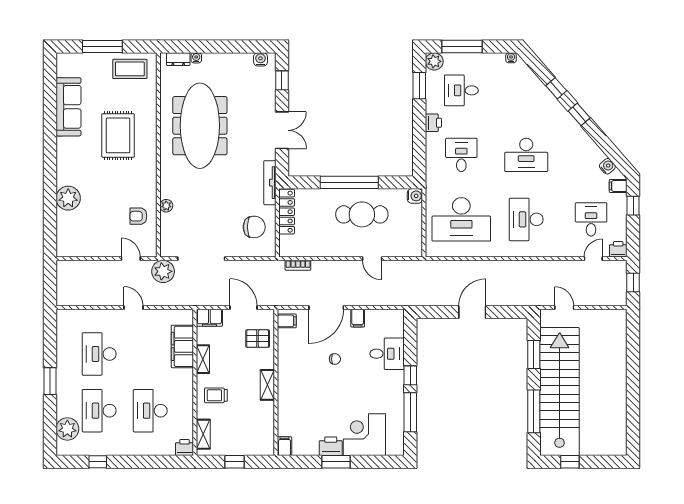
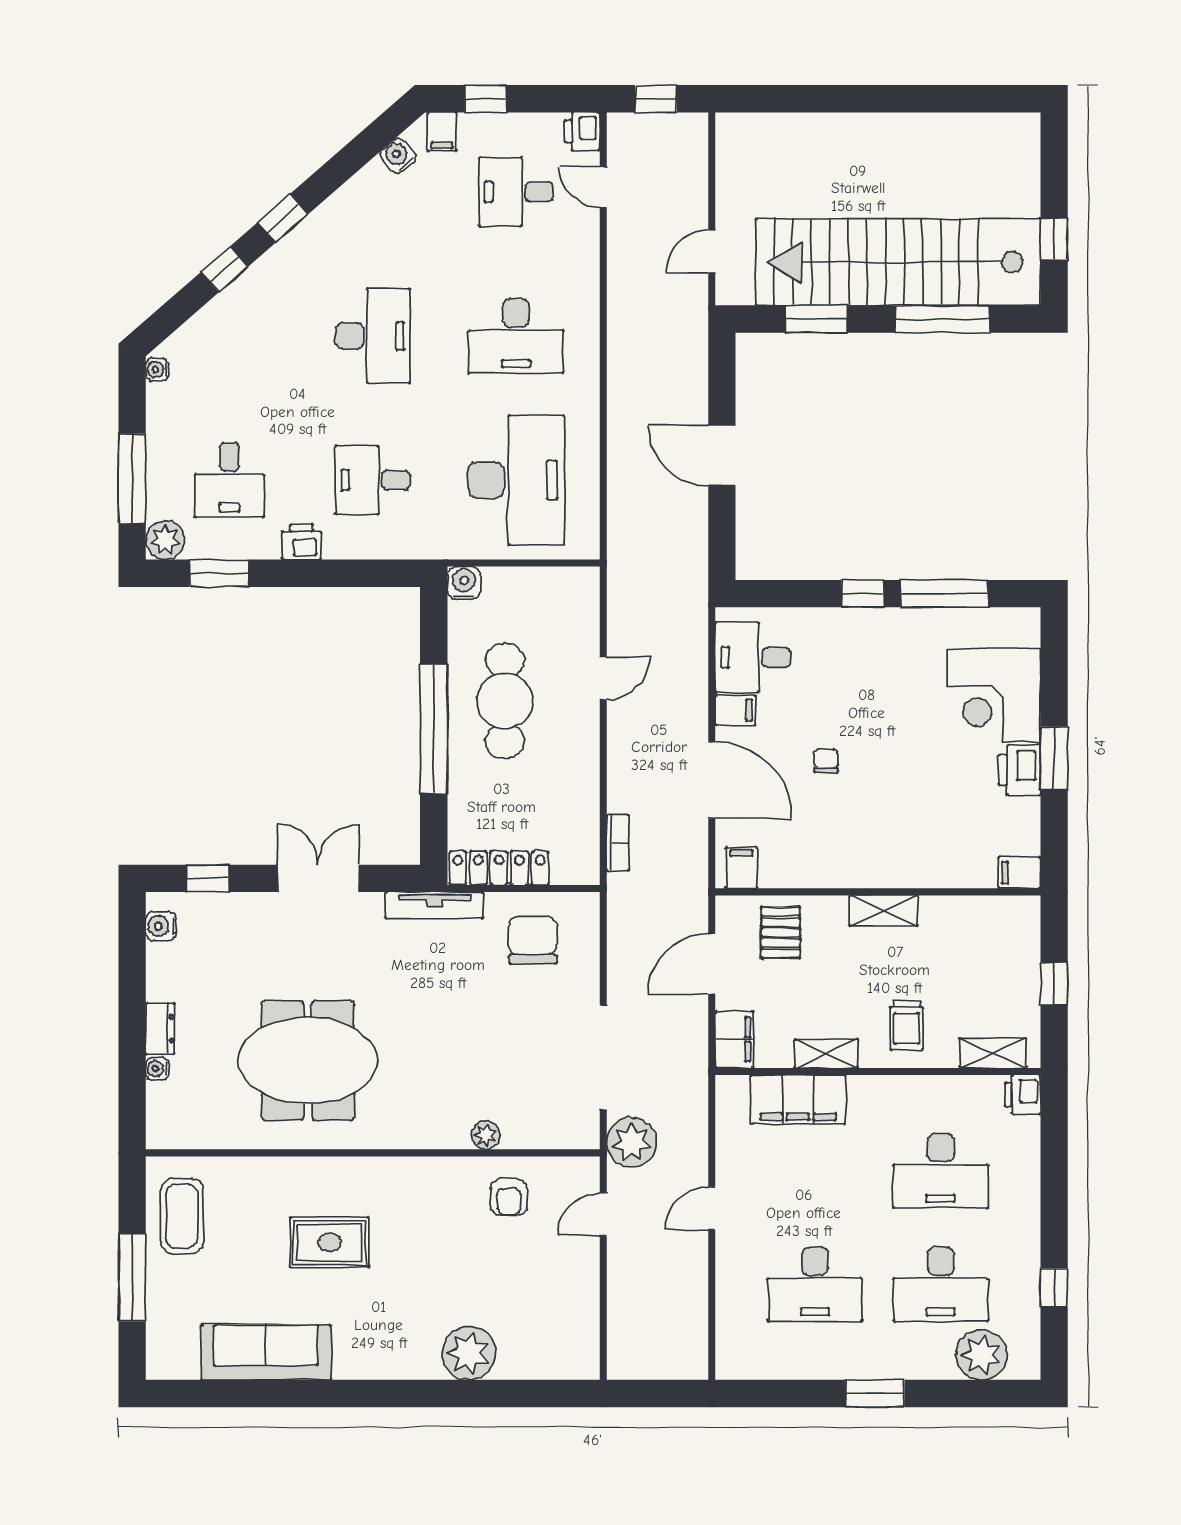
dresser: (178, 59) -> (160, 1029), moved
meeting table: (200, 126) -> (308, 1060), width x0.73
rug: (118, 135) -> (330, 1242), width x0.73, depth x0.70
desk: (387, 354) -> (753, 657), moved, turned -90

